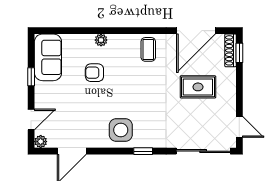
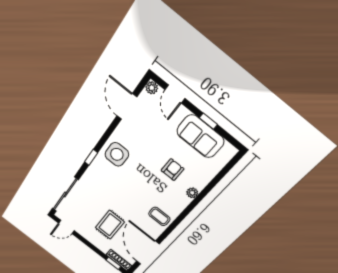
sofa: (48, 57) -> (200, 136), moved

